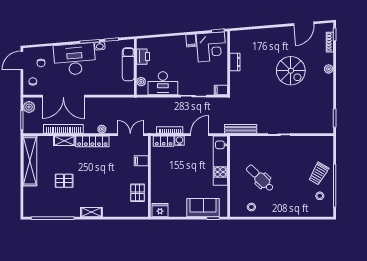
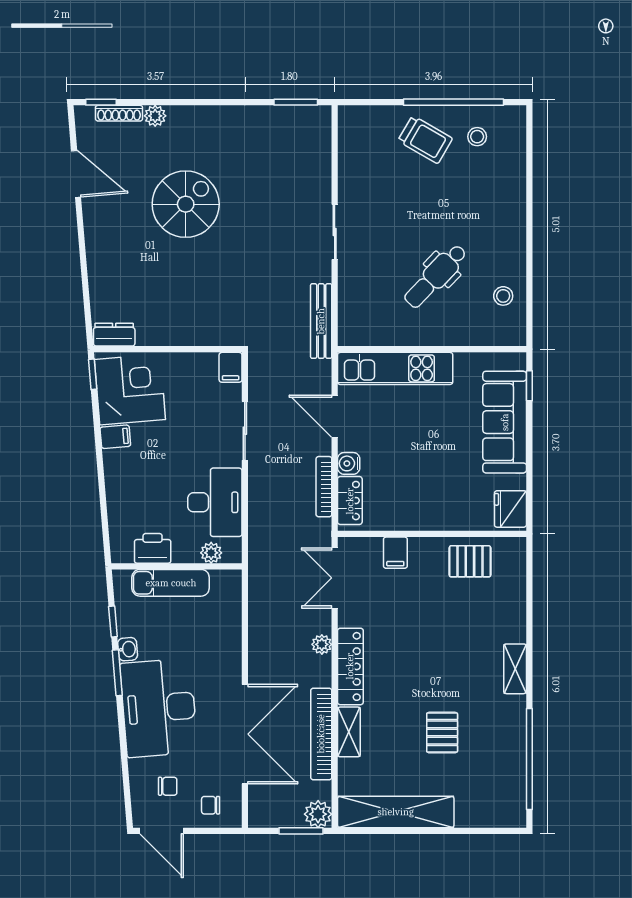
dresser: (235, 62) -> (114, 335), moved
plant: (329, 69) -> (155, 116), moved
plant: (29, 107) -> (318, 814), moved
sofa: (203, 208) -> (505, 422), width x1.36

